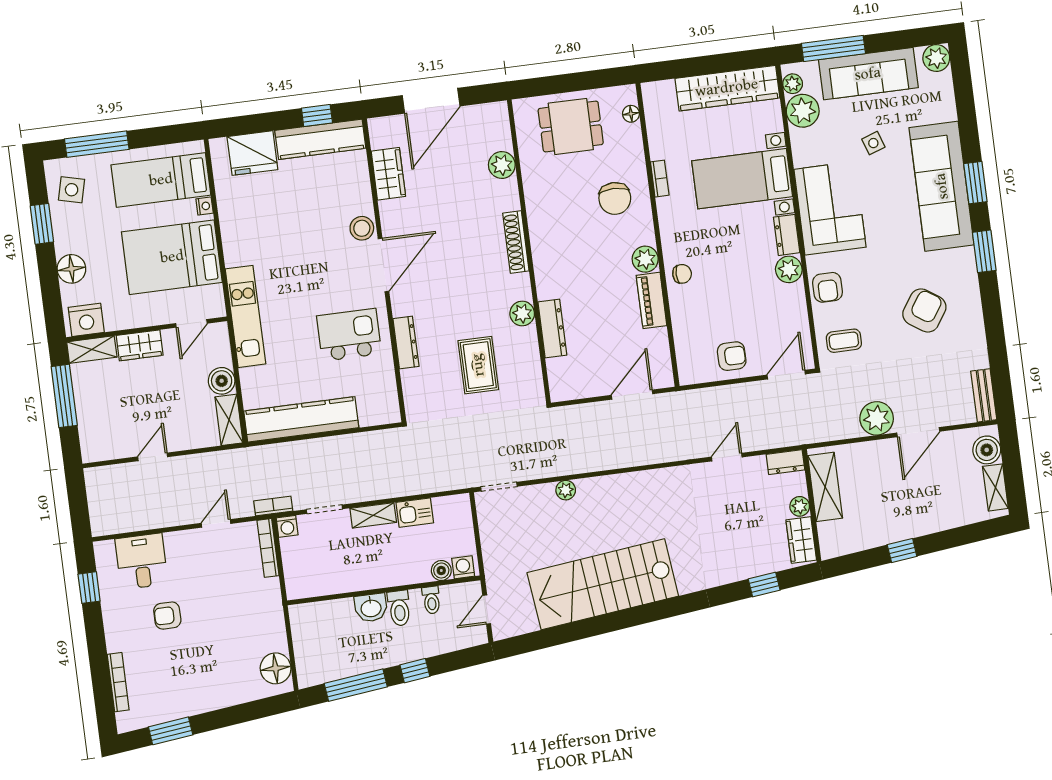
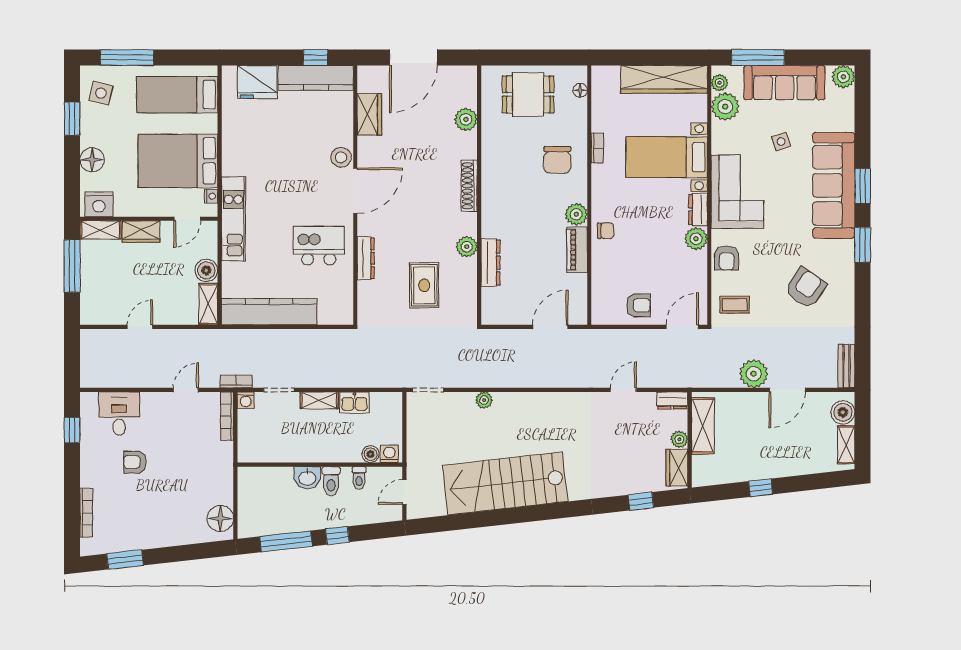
nightstand: (205, 206) -> (211, 196), moved

